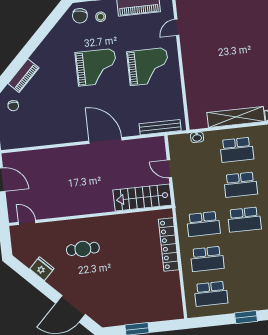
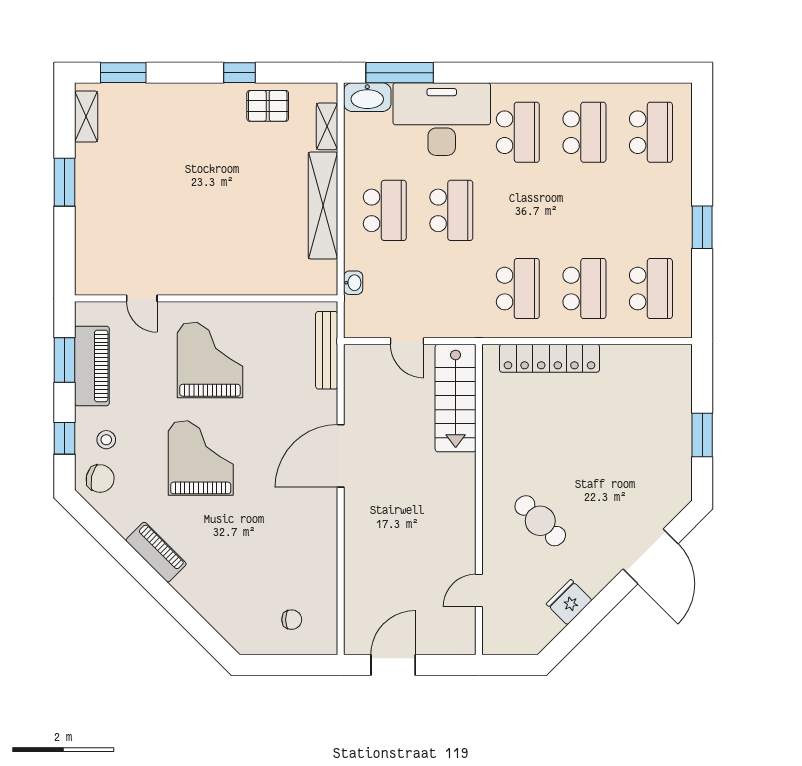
piano: (23, 76) -> (156, 552), moved
chair: (13, 106) -> (292, 620), moved
door: (169, 169) -> (407, 341), hinge flipped
school desk: (244, 220) -> (518, 210), removed
door: (27, 222) -> (479, 591), moved
cafe table: (83, 249) -> (540, 521), turned -45

